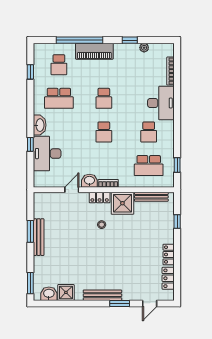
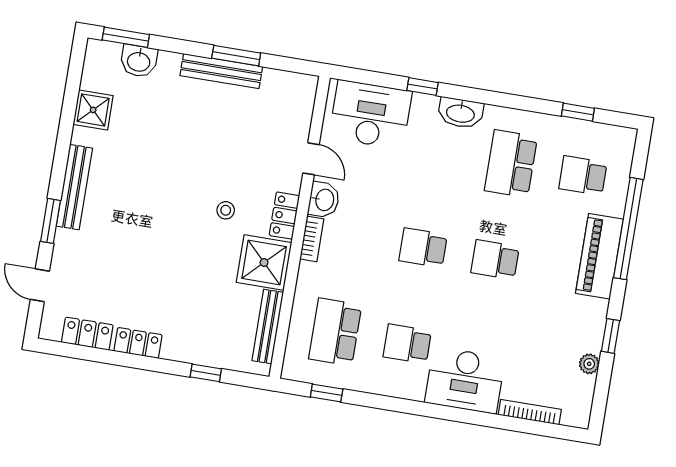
desk: (47, 154) -> (370, 114), moved
washbasin: (49, 294) -> (139, 61), moved, turned 90

